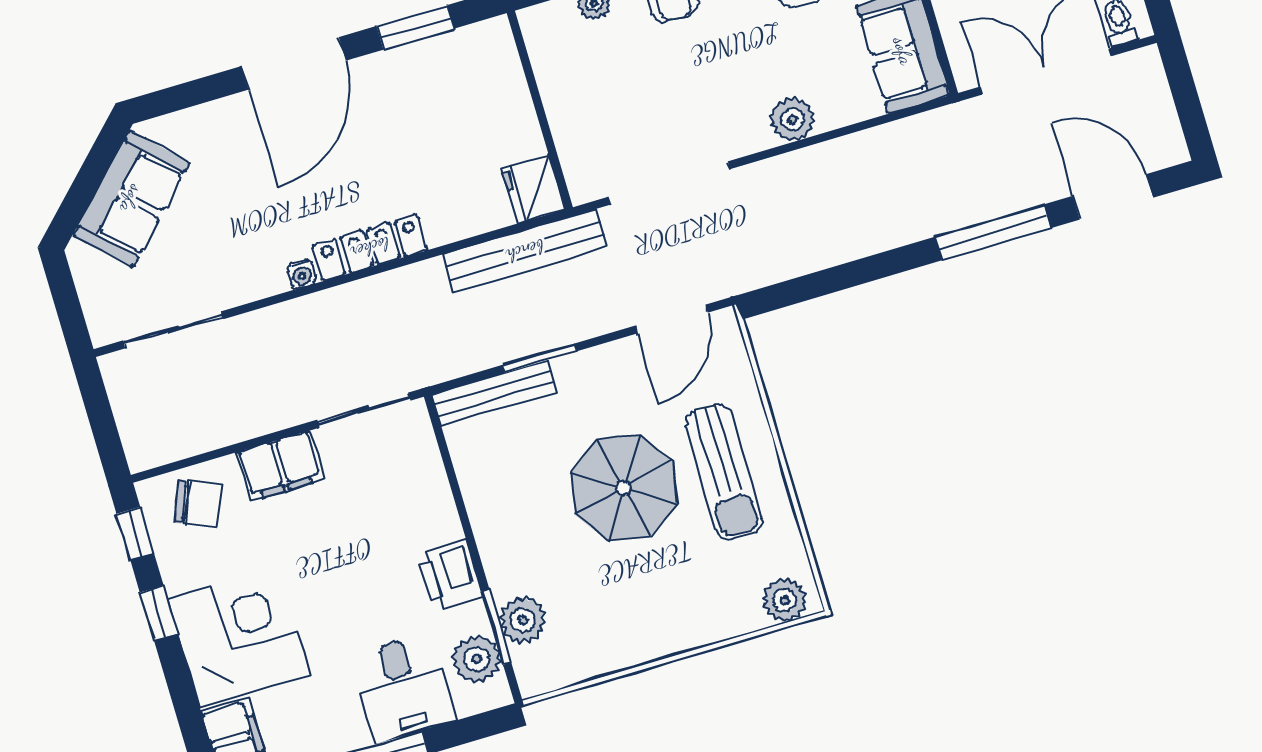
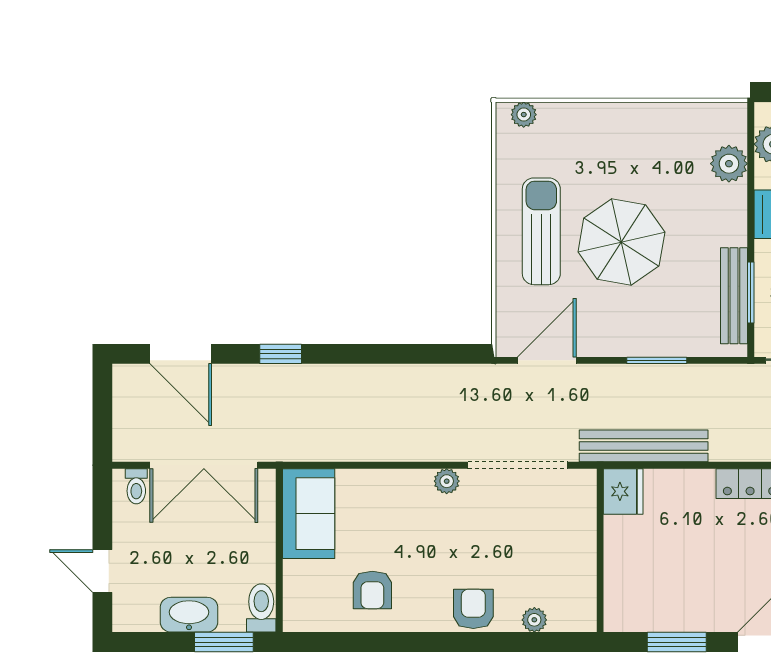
plant: (793, 119) -> (447, 481), moved, width x0.73, depth x0.73
window: (993, 232) -> (281, 354), width x0.46
bench: (494, 393) -> (734, 296), moved, turned 90
plant: (785, 600) -> (524, 115), width x0.73, depth x0.73
window: (496, 627) -> (751, 292), moved

